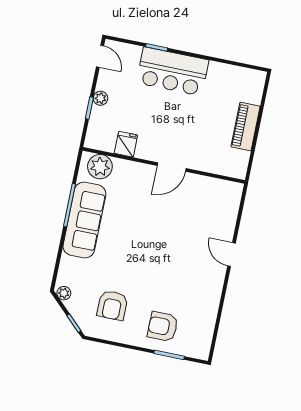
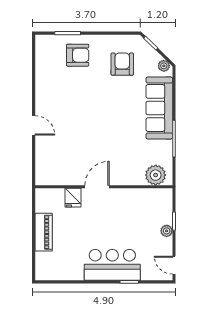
fridge: (126, 144) -> (73, 198), moved
sofa: (84, 220) -> (159, 108), moved

